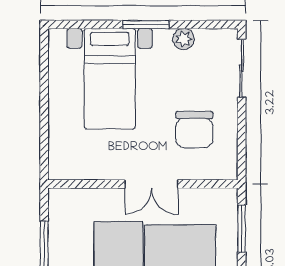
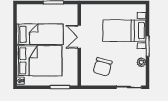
chair: (194, 130) -> (103, 67), turned -74
double door: (151, 184) -> (79, 37), moved

